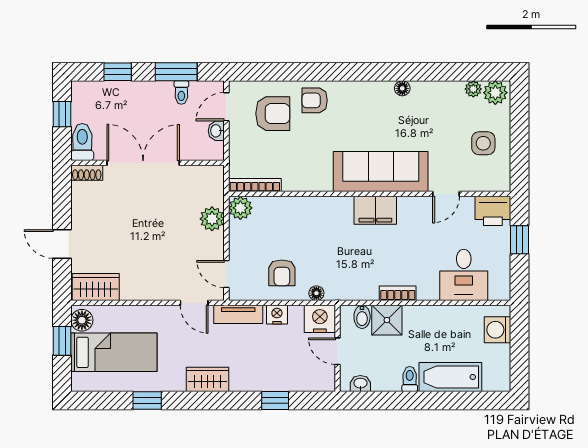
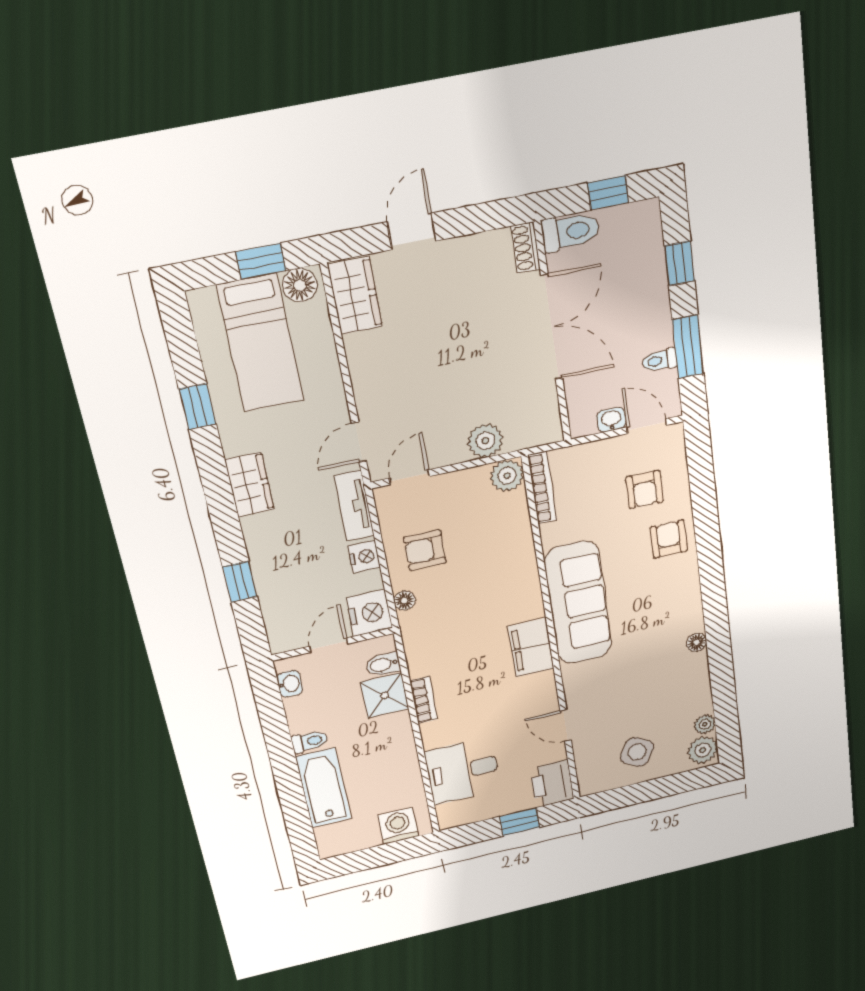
armchair: (273, 114) -> (645, 489), width x0.72, depth x0.72
side table: (483, 143) -> (637, 752), turned 30
sofa: (381, 172) -> (578, 603), moved

